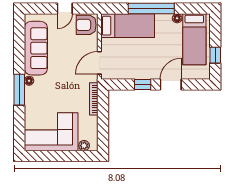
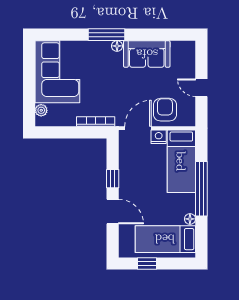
armchair: (86, 25) -> (165, 110), moved
nightstand: (107, 45) -> (159, 137), added
sofa: (36, 48) -> (147, 54), width x0.73
door: (99, 63) -> (138, 128), hinge flipped

